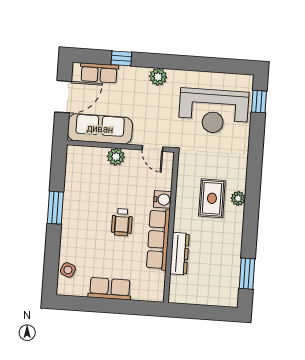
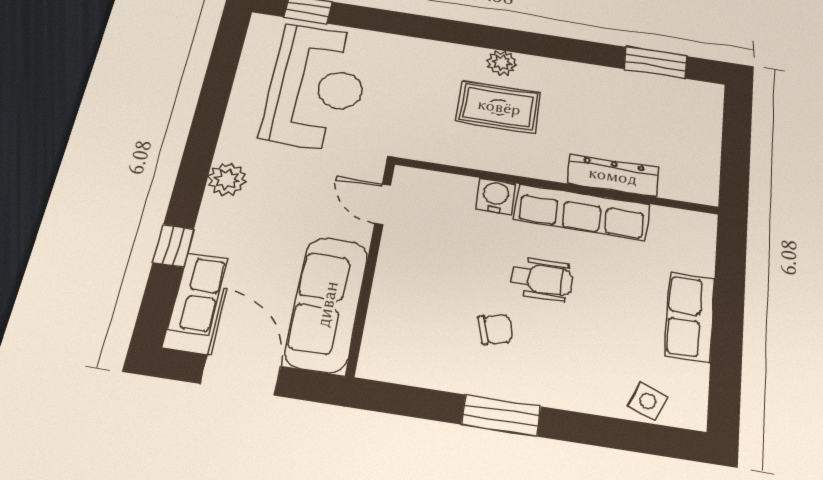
door: (153, 148) -> (383, 204), swing flipped
plant: (116, 157) -> (394, 277), removed
chair: (95, 203) -> (495, 329), added

